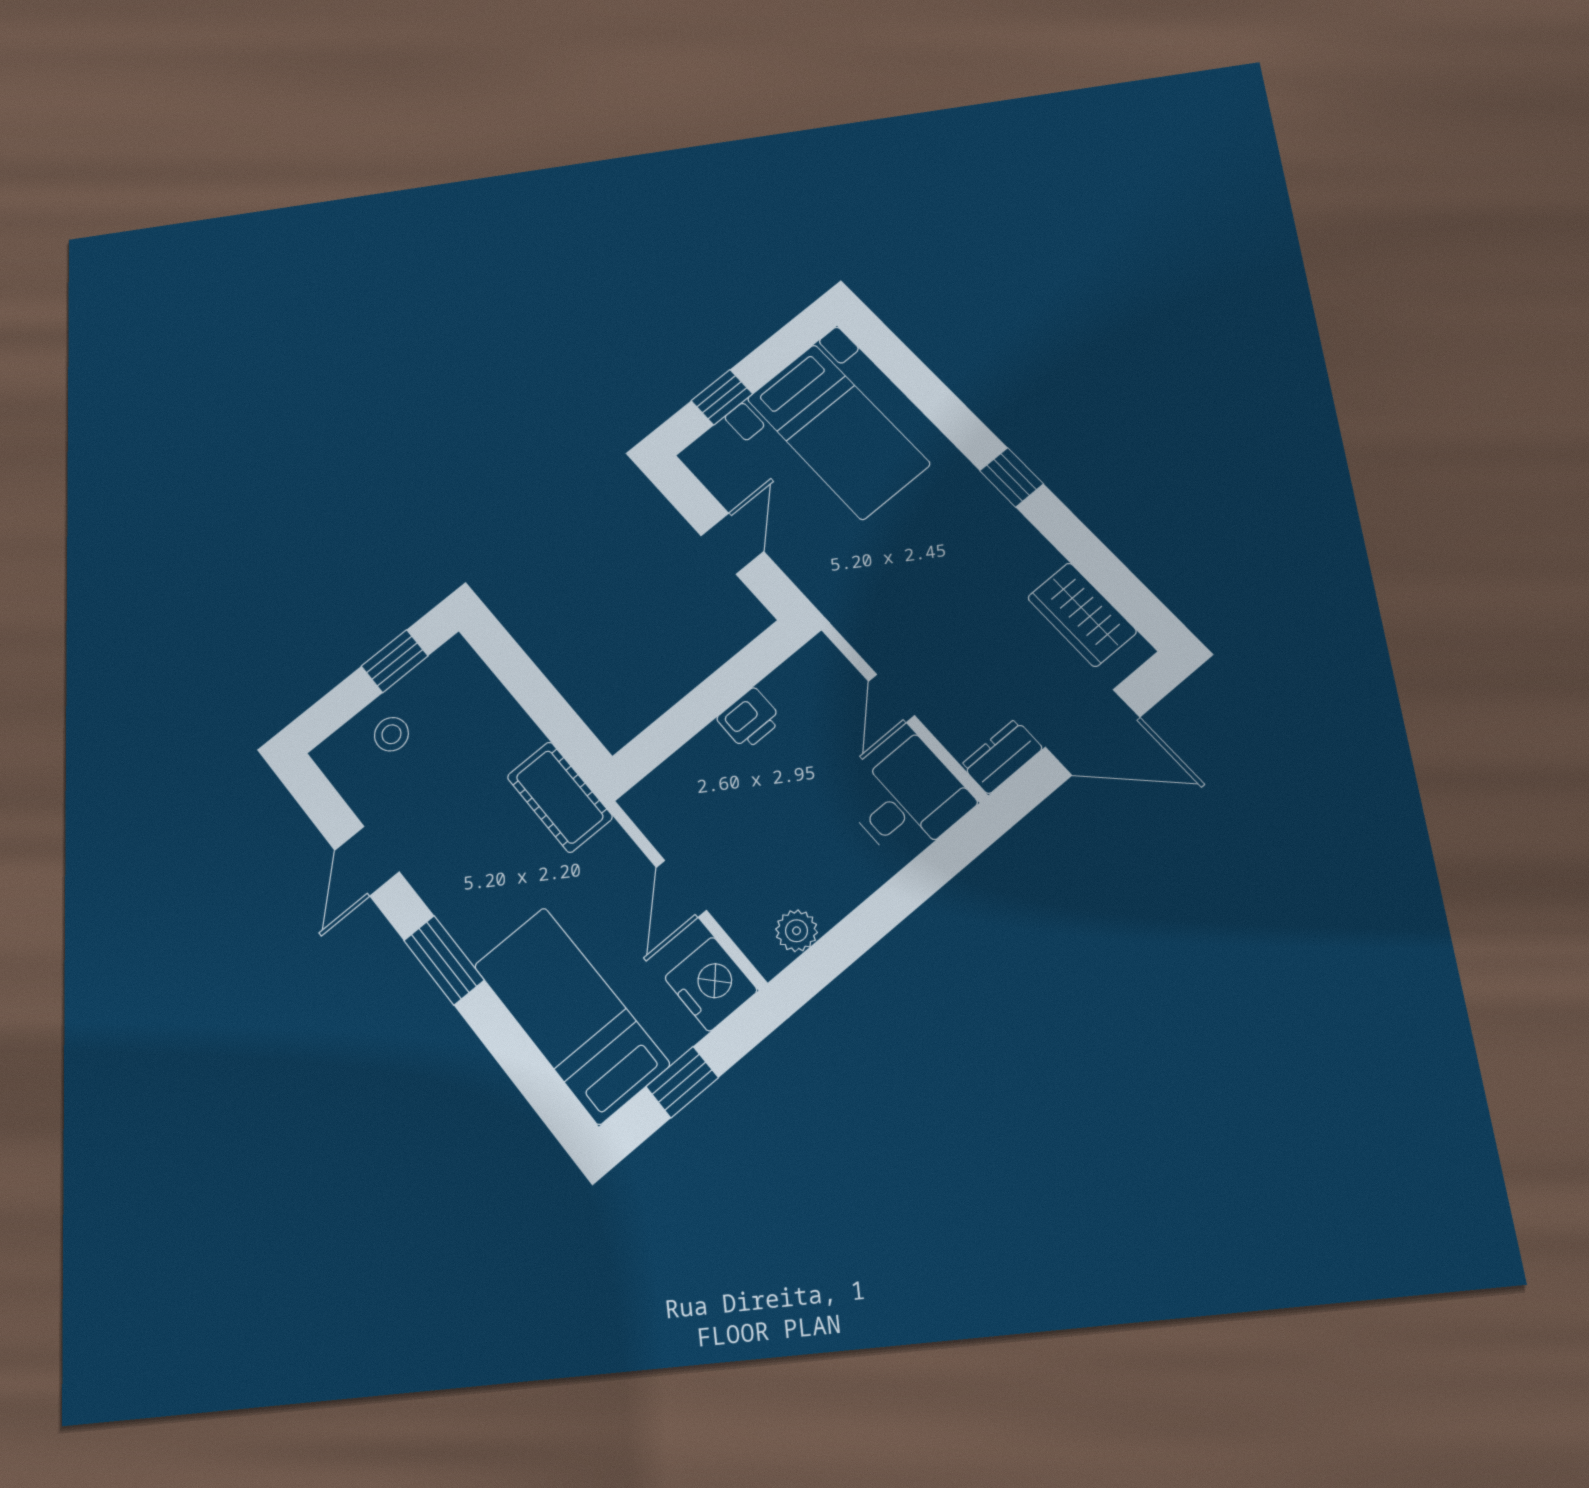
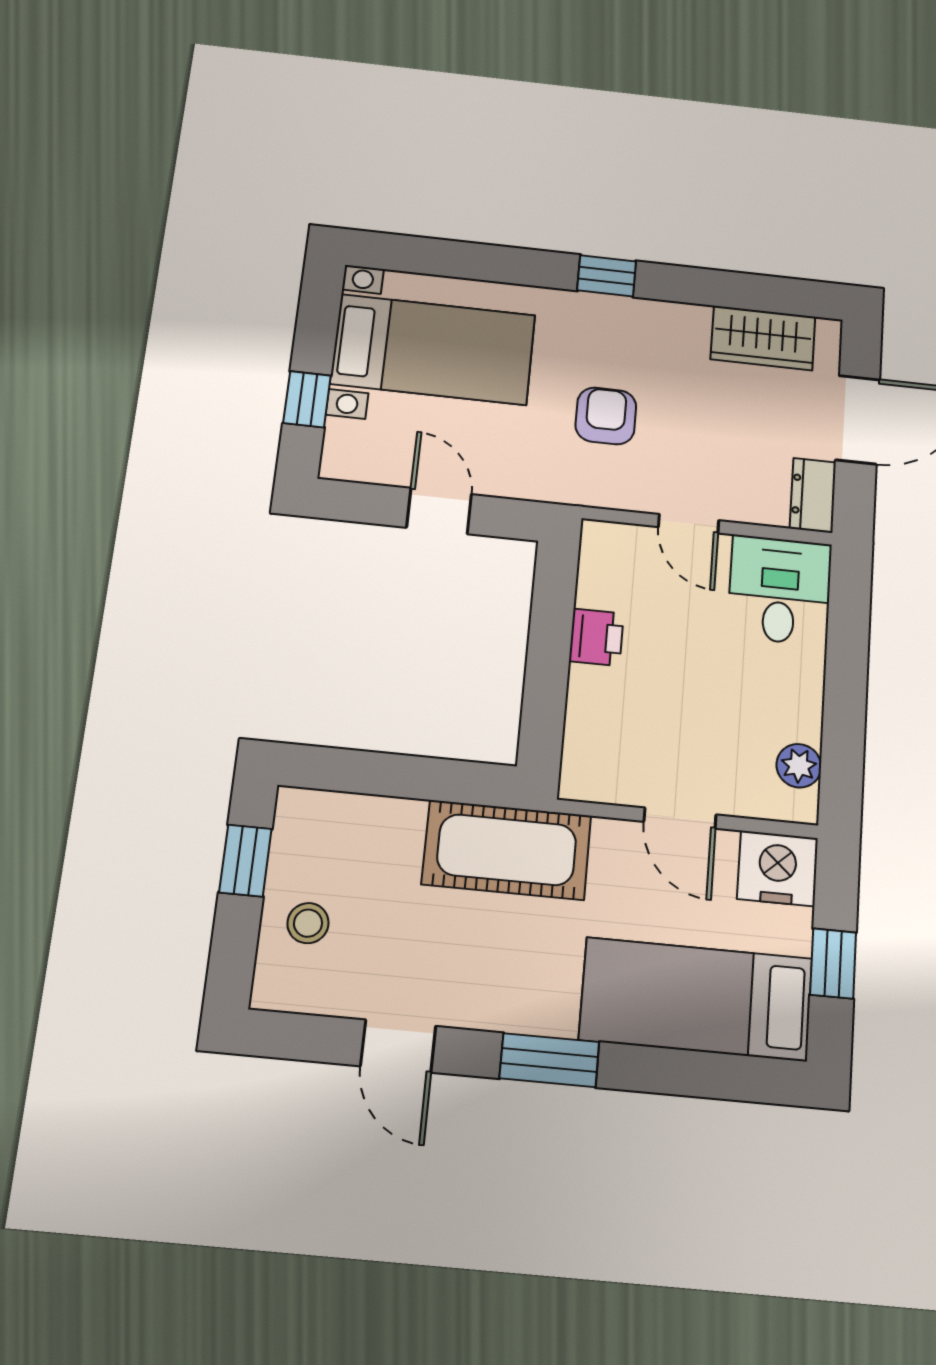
armchair: (910, 575) -> (606, 416), added
cot: (560, 797) -> (507, 850), width x1.37, depth x1.34

